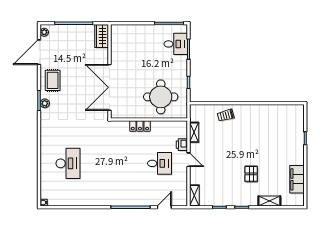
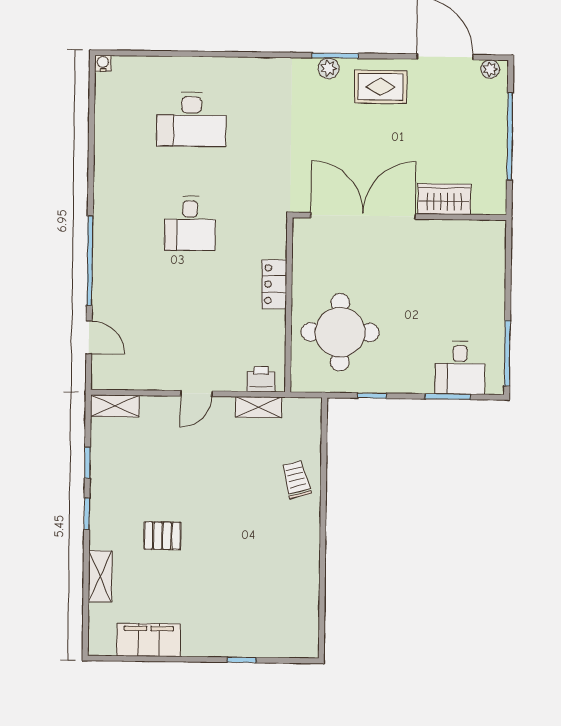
wardrobe: (102, 36) -> (444, 199), moved
printer: (182, 145) -> (261, 379), moved
desk: (160, 163) -> (190, 224), moved

